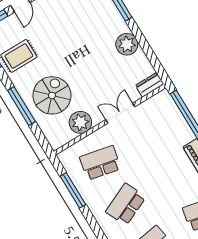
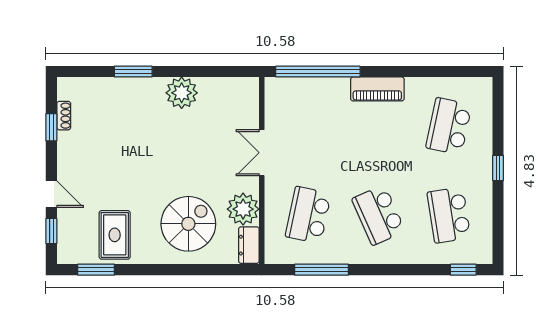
dresser: (150, 85) -> (249, 245), moved
spiral stairs: (52, 95) -> (188, 224), turned 90
window: (21, 106) -> (178, 270), removed

